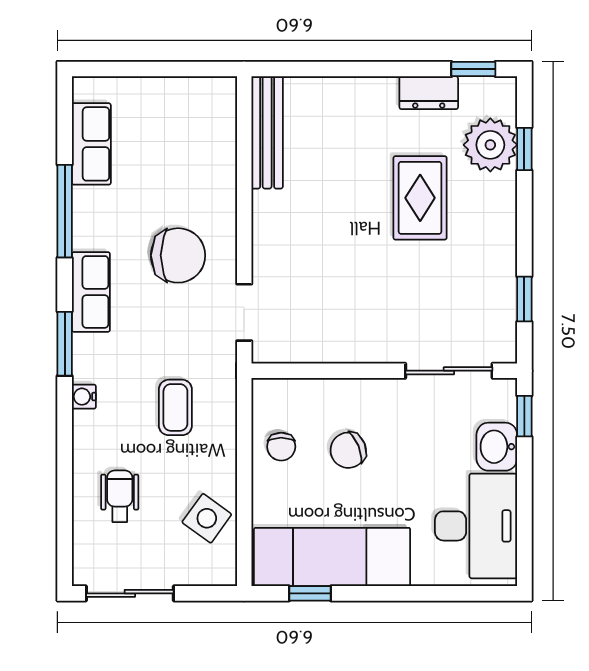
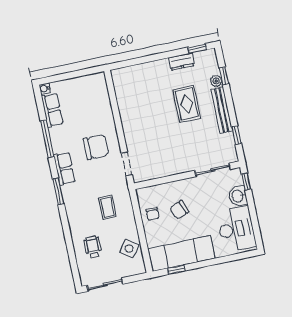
bench: (267, 132) -> (222, 110), moved
plant: (490, 145) -> (216, 81), width x0.53, depth x0.53
water cooler: (84, 397) -> (45, 89), moved

